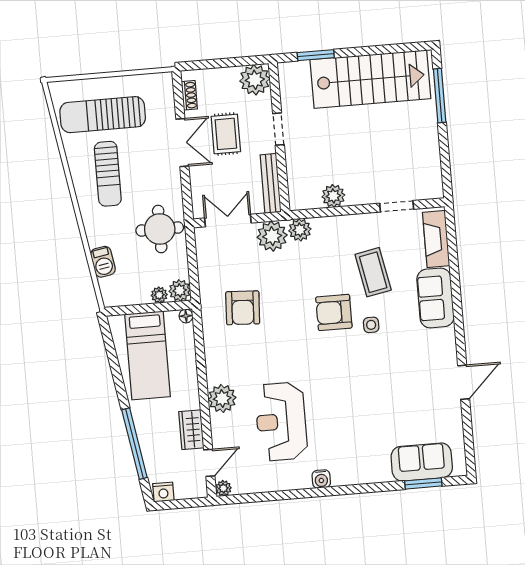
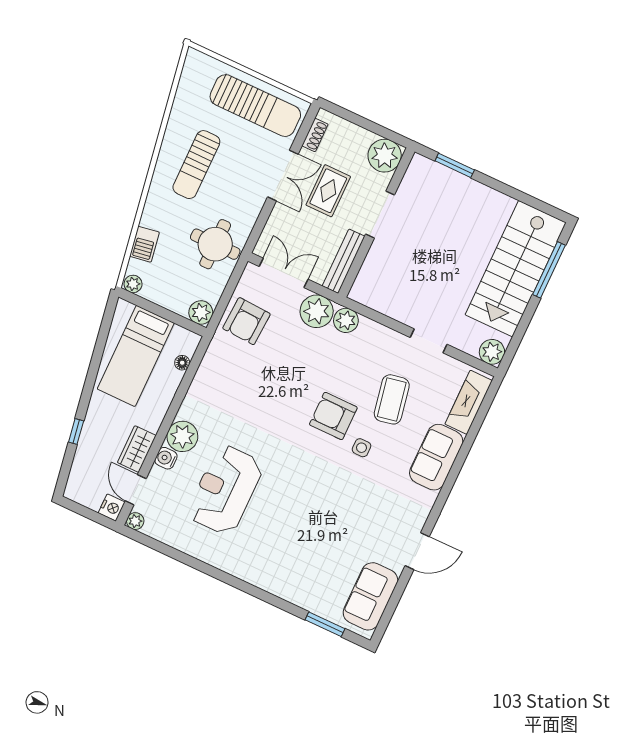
stairs: (370, 79) -> (516, 269), moved, turned 90
sun lounger: (103, 115) -> (255, 106), moved, turned 180
doorway: (278, 129) -> (380, 215), width x1.38
plant: (333, 196) -> (492, 352), moved
doorway: (397, 206) -> (429, 341), moved
plant: (159, 295) -> (133, 284), moved
armchair: (243, 308) -> (246, 321), moved
floor lamp: (186, 316) -> (182, 363), moved
window: (134, 444) -> (76, 431), width x0.32
sofa: (422, 462) -> (370, 596), moved, turned -90
door: (209, 463) -> (136, 490), swing flipped
water cooler: (321, 479) -> (166, 458), moved, turned 90
nightstand: (163, 492) -> (112, 508), moved, turned -90

